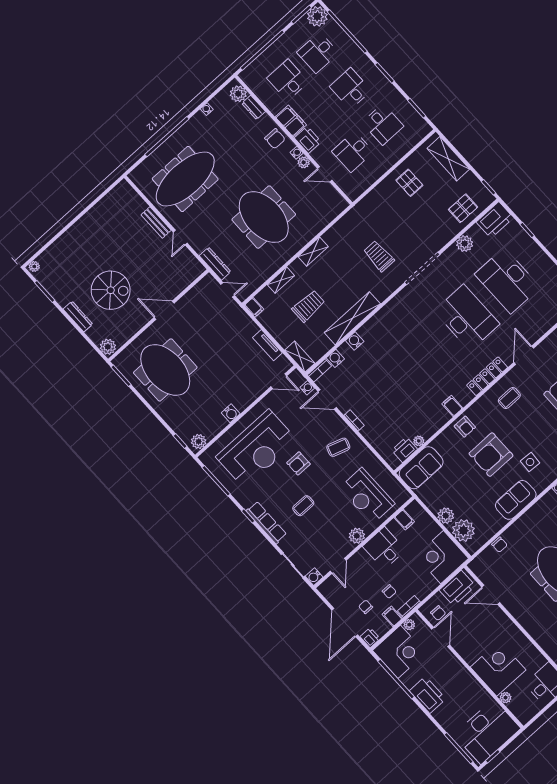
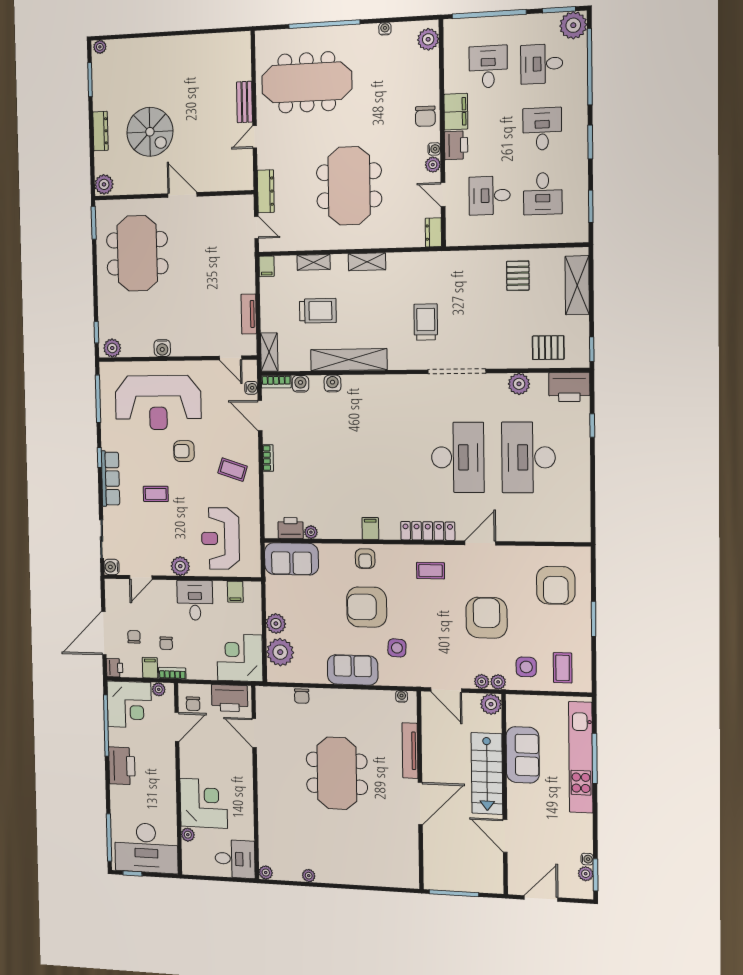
dresser: (254, 107) -> (433, 232), moved

